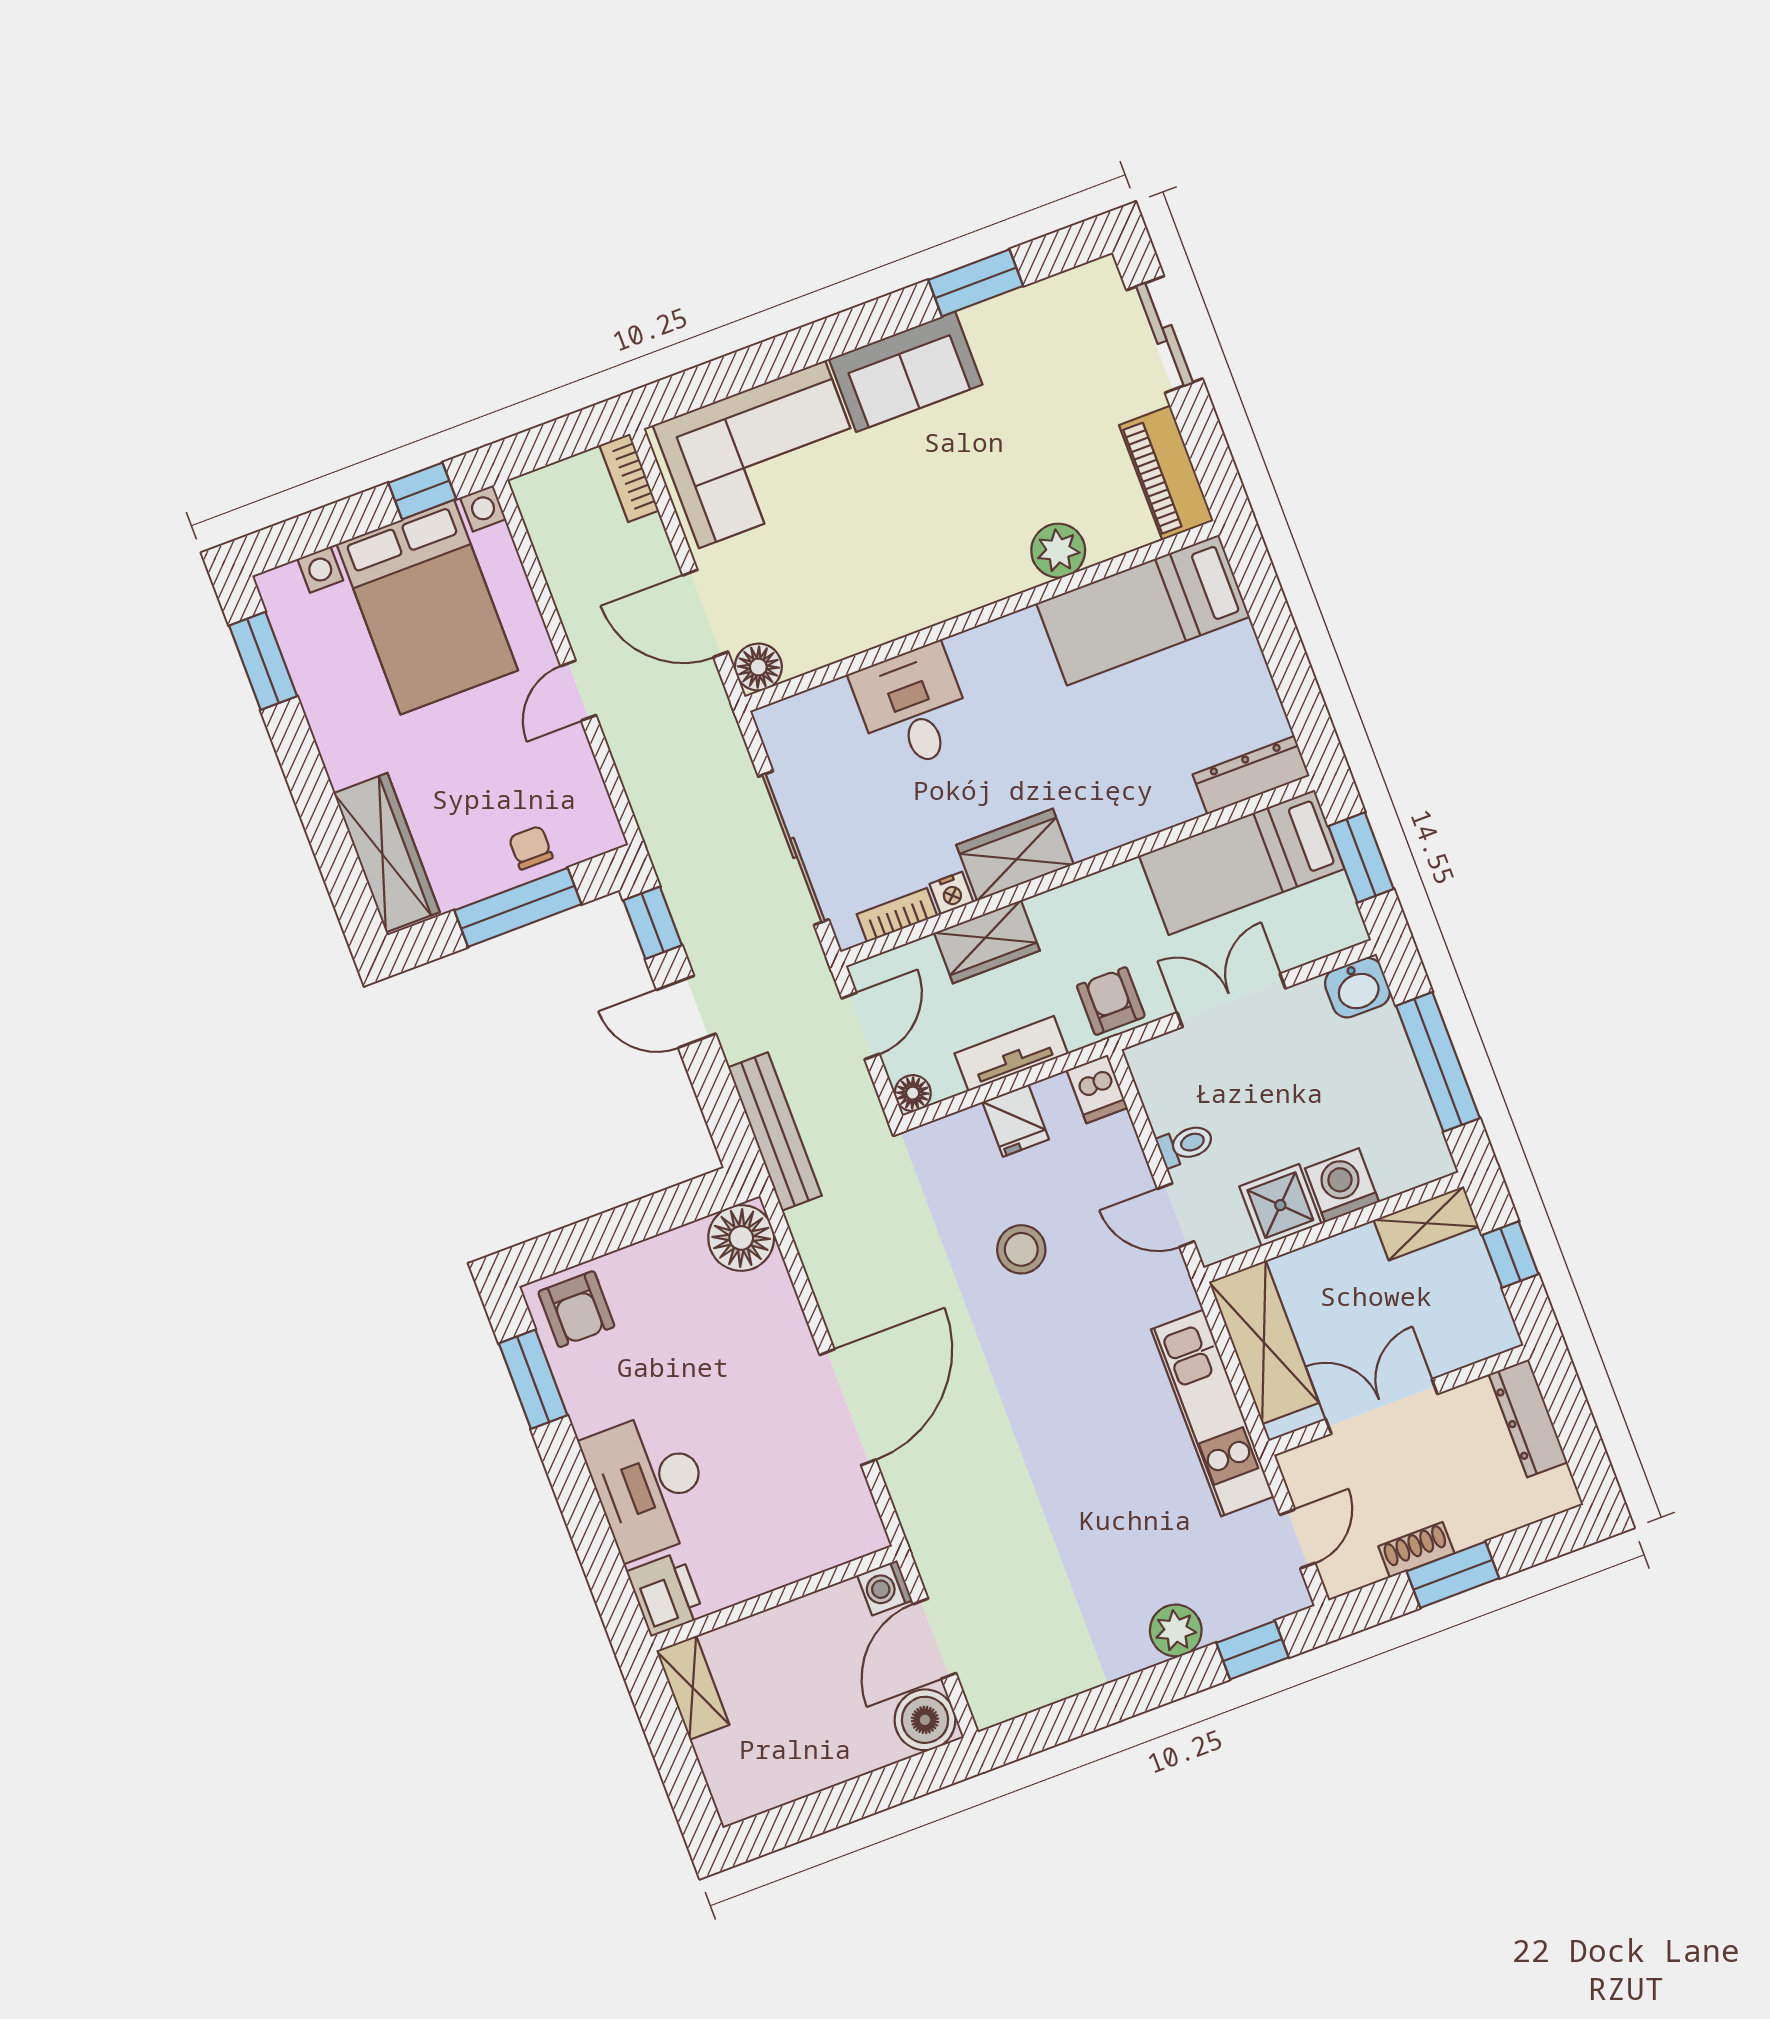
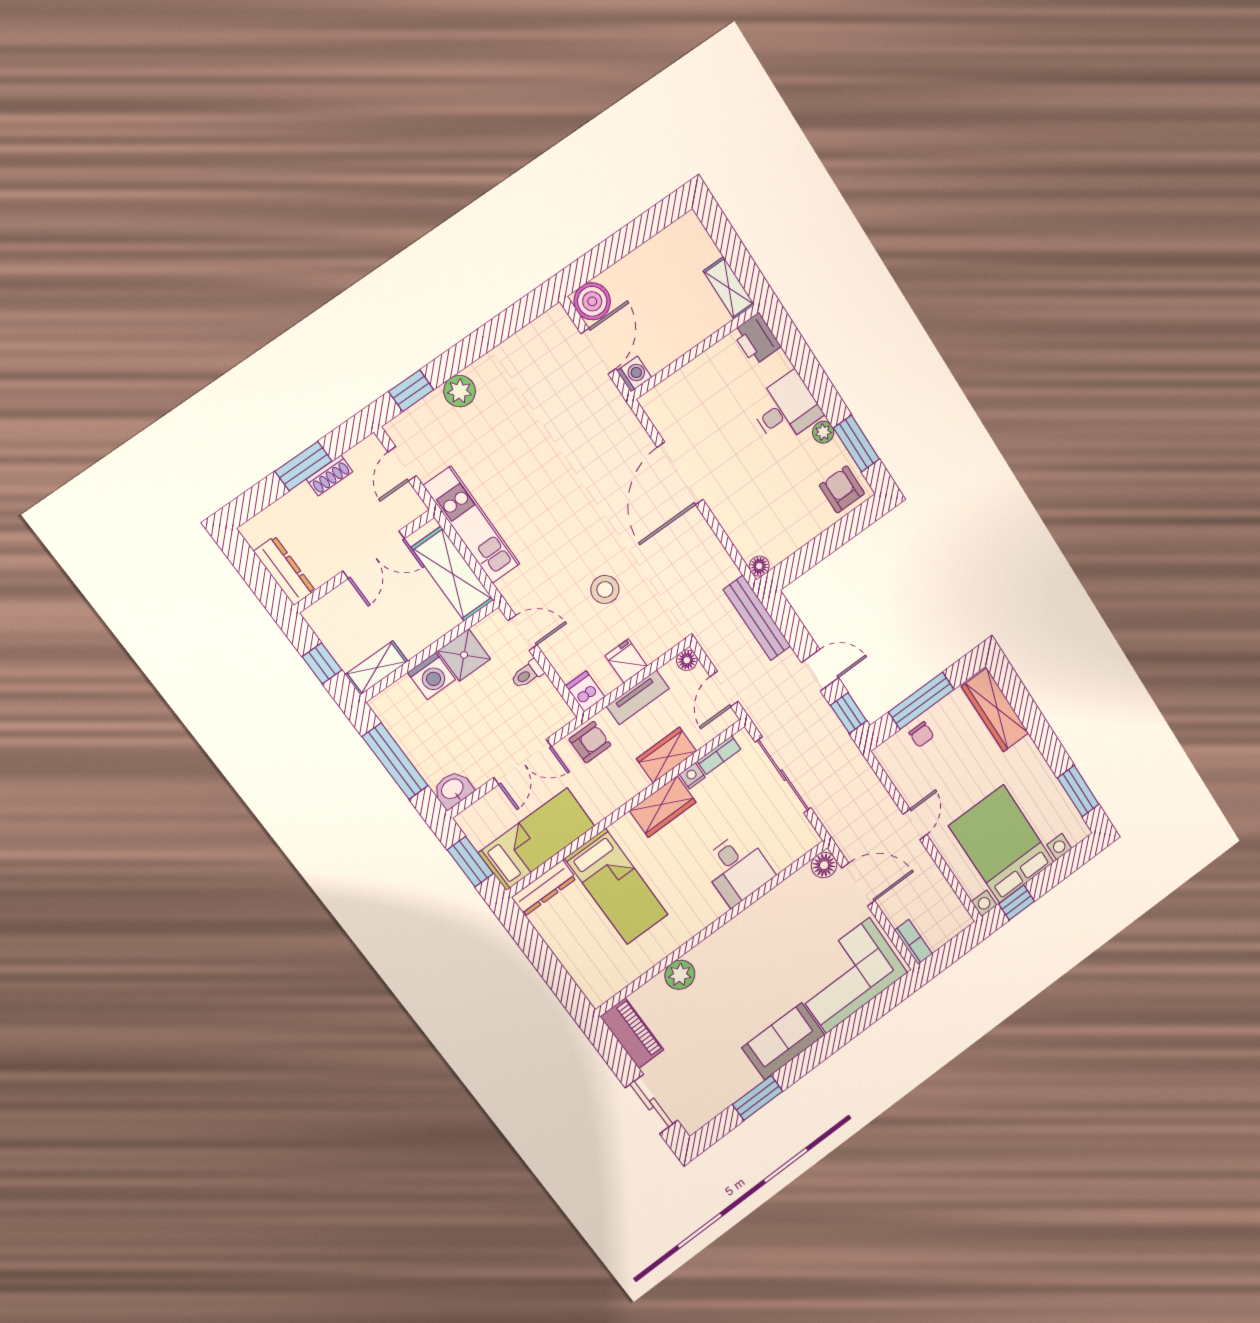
bed: (1143, 610) -> (617, 887), moved, turned 90
armchair: (1111, 1001) -> (590, 742), turned -90
floor lamp: (741, 1238) -> (759, 566), width x0.53, depth x0.53
plant: (587, 1413) -> (823, 432), added
desk: (649, 1485) -> (786, 409), width x0.73

